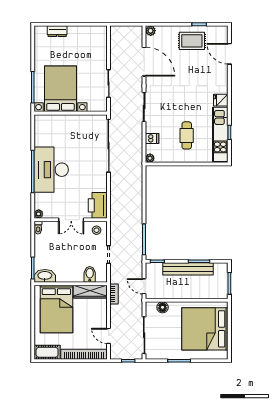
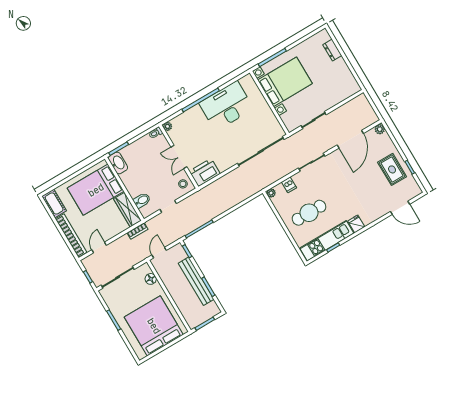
door: (229, 54) -> (400, 208), swing flipped
cafe table: (187, 135) -> (309, 213), width x1.37, depth x1.35
desk: (51, 170) -> (226, 106), moved

